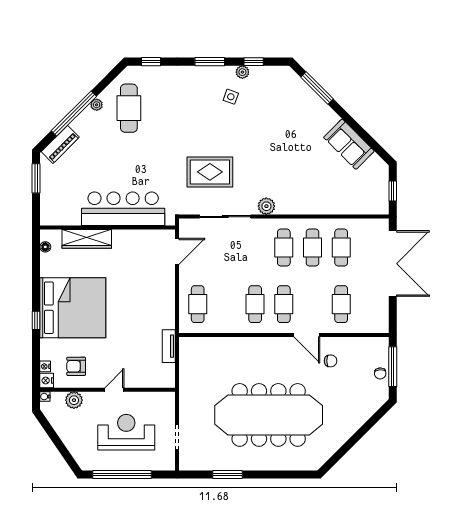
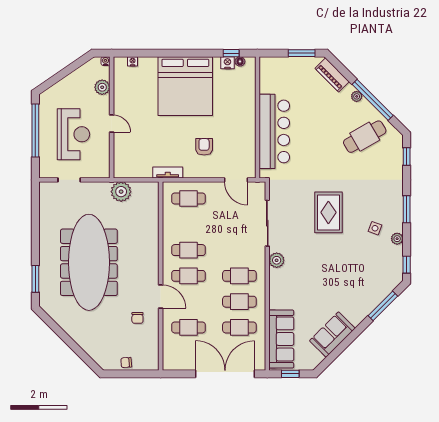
window: (254, 62) -> (407, 265), moved
plant: (97, 105) -> (357, 96), moved
cafe table: (129, 108) -> (365, 137), turned -30
window: (74, 113) -> (373, 100), moved
rug: (210, 172) -> (328, 212), moved
sofa: (354, 201) -> (281, 339), added
wardrobe: (87, 239) -> (247, 99), removed
double door: (393, 264) -> (225, 374), swing flipped
window: (36, 320) -> (231, 53), moved
door: (307, 335) -> (161, 297), swing flipped
tv unit: (169, 346) -> (168, 172), moved
armchair: (76, 366) -> (204, 147), moved
window: (393, 367) -> (132, 374), removed
plant: (190, 379) -> (121, 192), added
nightstand: (47, 380) -> (227, 63), moved
window: (227, 474) -> (35, 279), moved

